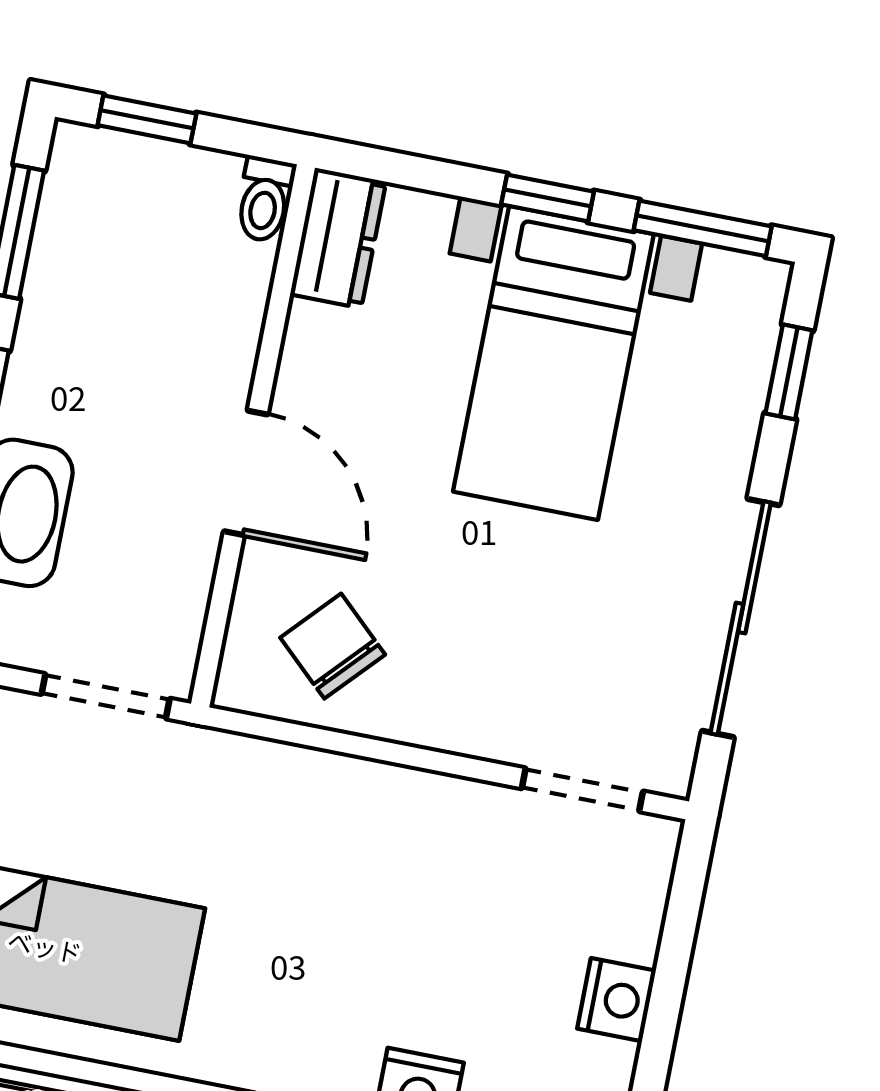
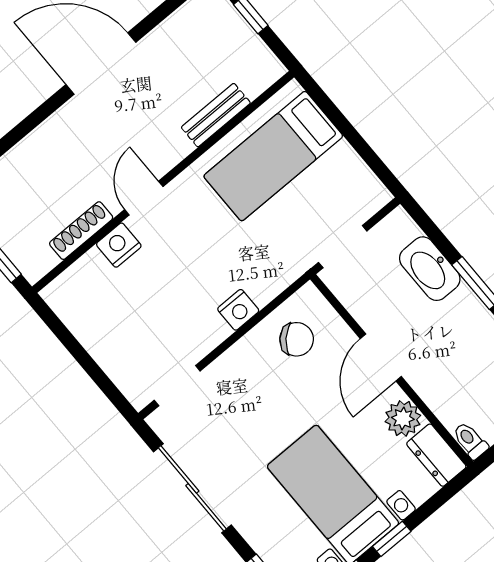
plant: (321, 348) -> (403, 418), added
door: (246, 473) -> (381, 358), hinge flipped
nightstand: (617, 1000) -> (238, 310), moved, turned -90

